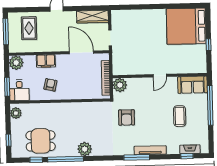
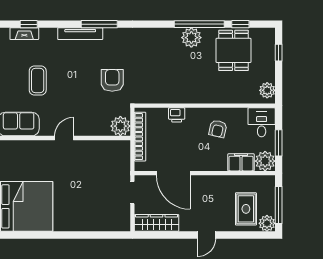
plant: (14, 18) -> (267, 223), added
filing cabinet: (46, 61) -> (241, 162), moved
window: (7, 87) -> (279, 143), moved
printer: (80, 94) -> (177, 115), added
dining table: (41, 141) -> (234, 50), turned 90
plant: (85, 149) -> (191, 38), moved

